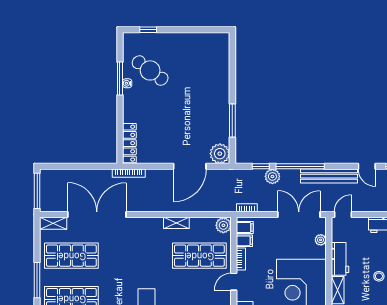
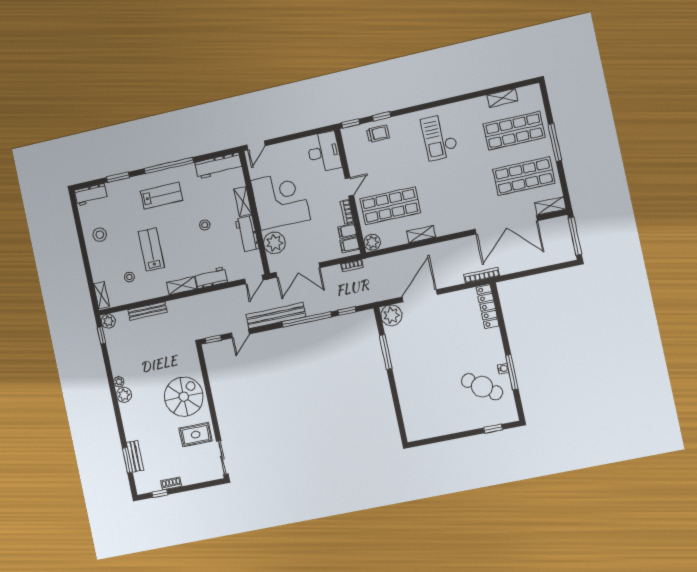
door: (367, 166) -> (240, 334), swing flipped
plant: (272, 176) -> (333, 303), removed
plant: (321, 240) -> (274, 243), width x1.87, depth x1.87

